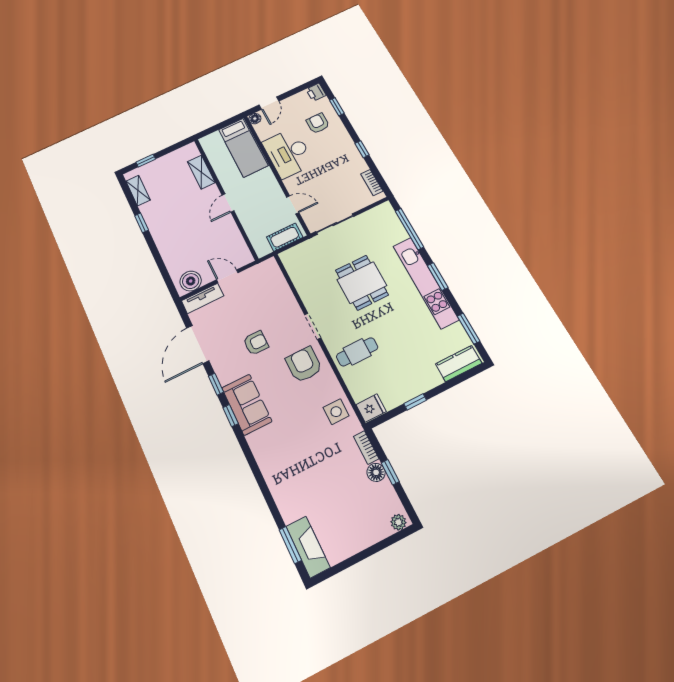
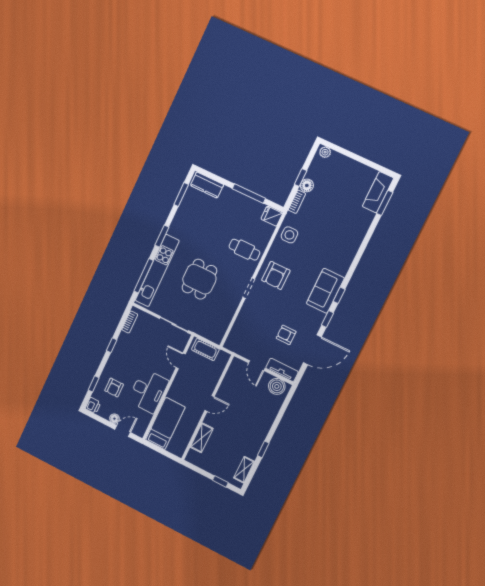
floor lamp: (255, 119) -> (114, 419), moved
kitchen unit: (426, 283) -> (157, 271), moved
armchair: (256, 343) -> (286, 335), moved
window: (415, 402) -> (249, 193), width x2.17

